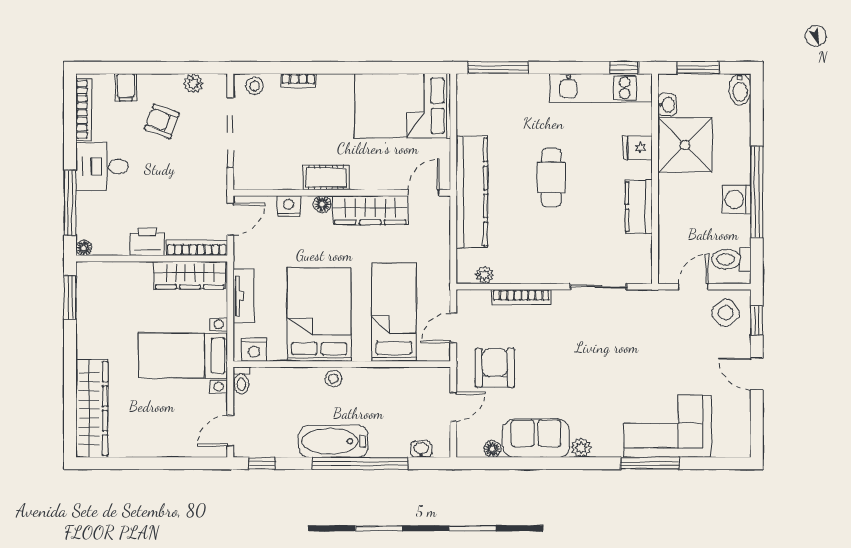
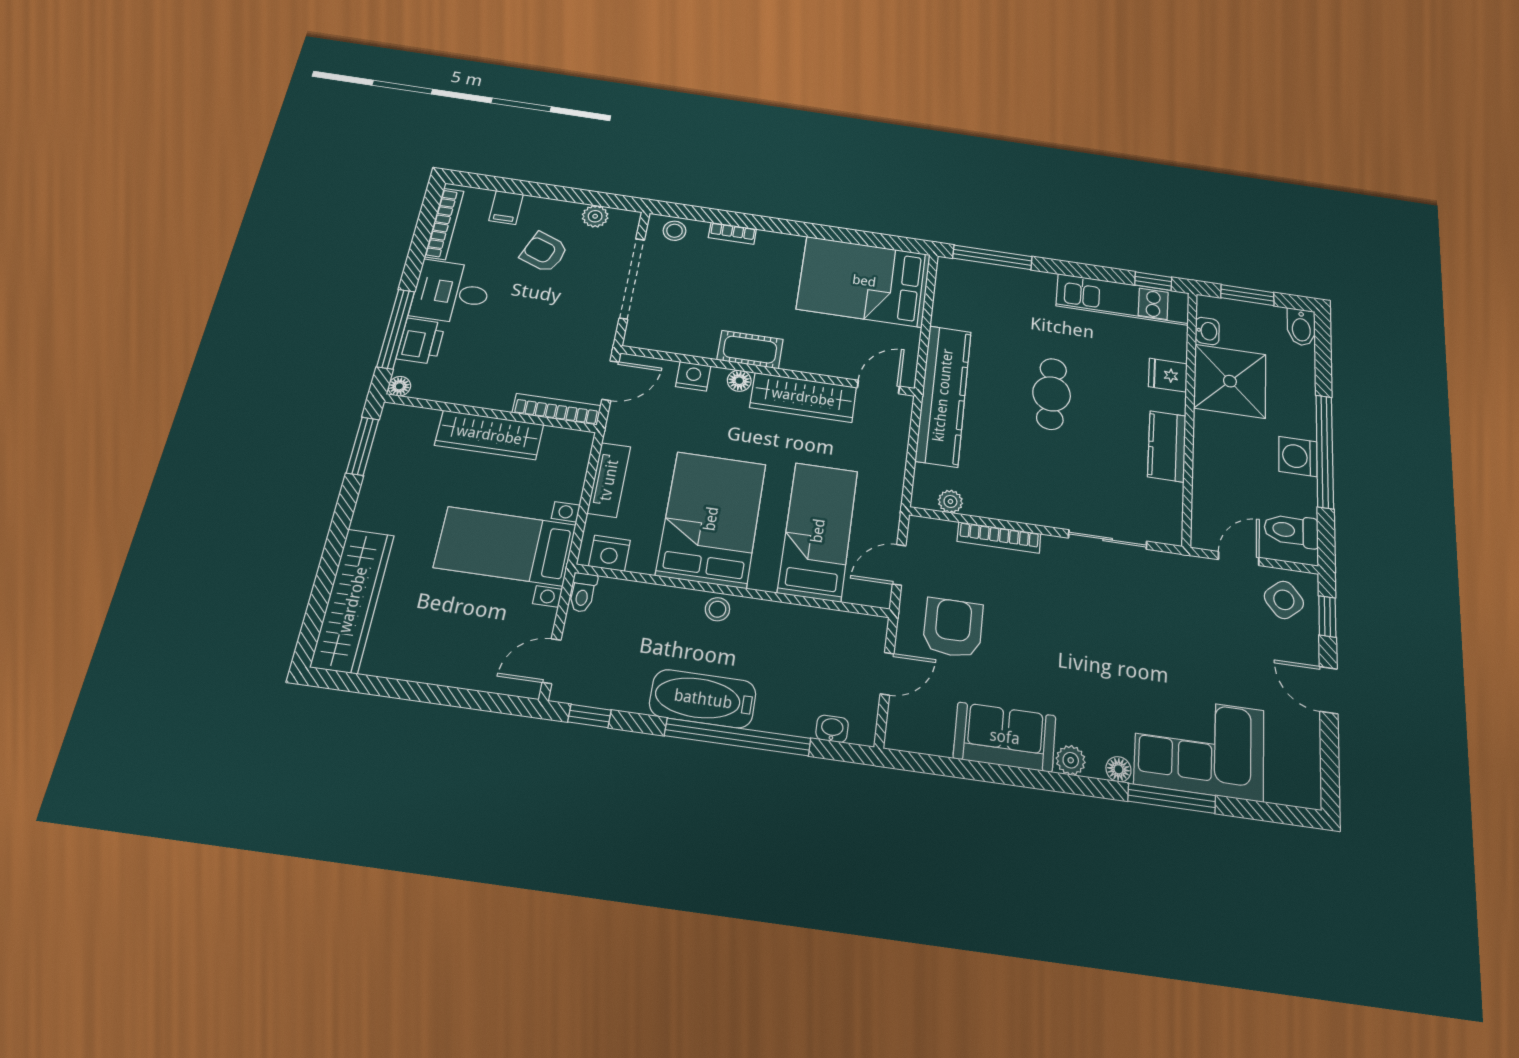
printer: (147, 242) -> (421, 341), moved, turned 90
wardrobe: (190, 275) -> (489, 435), moved
floor lamp: (492, 449) -> (1118, 769), moved

